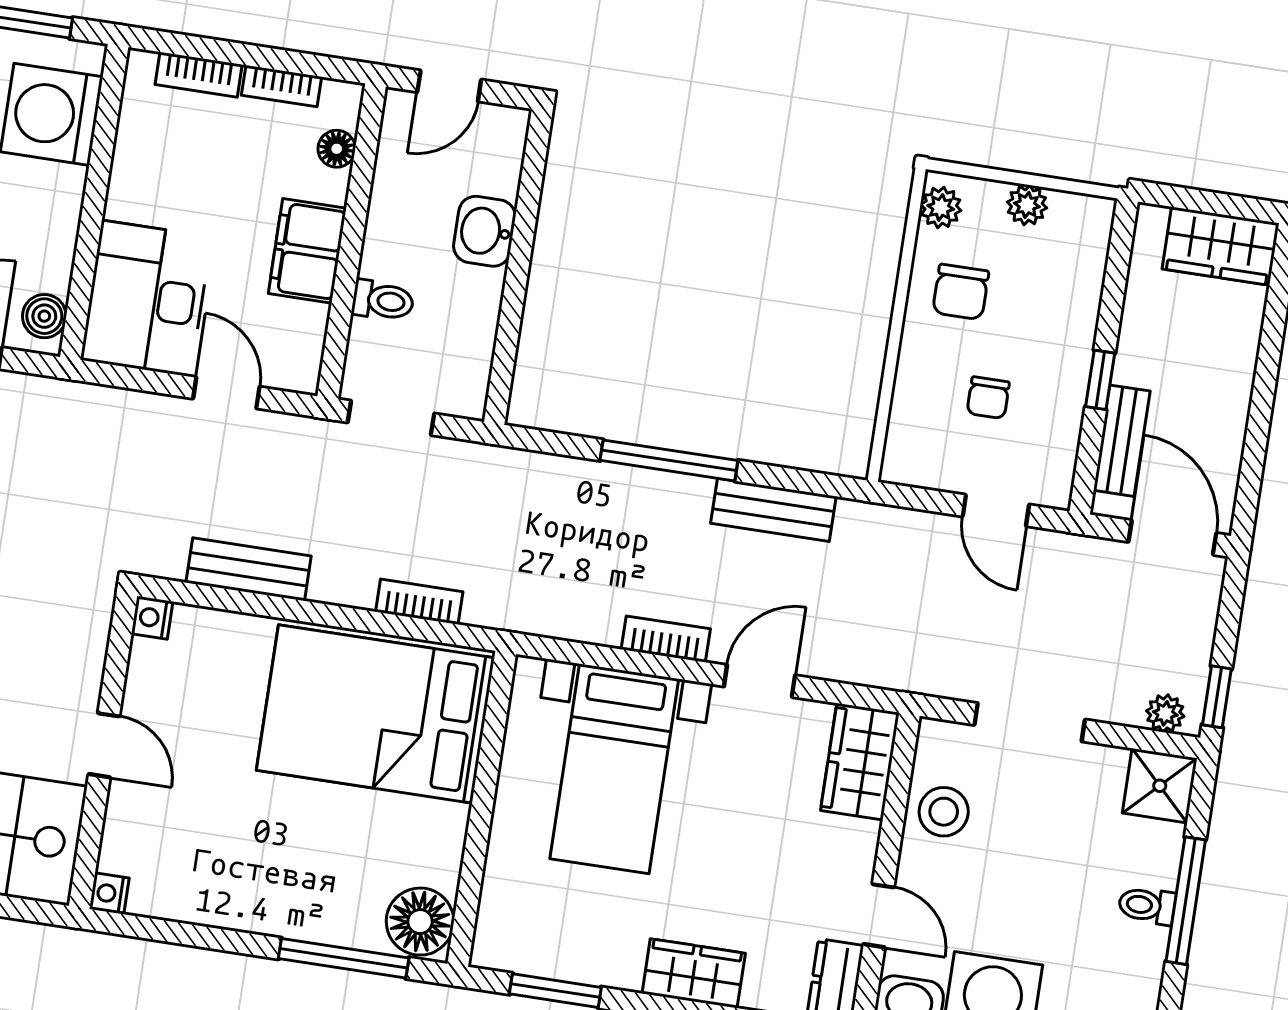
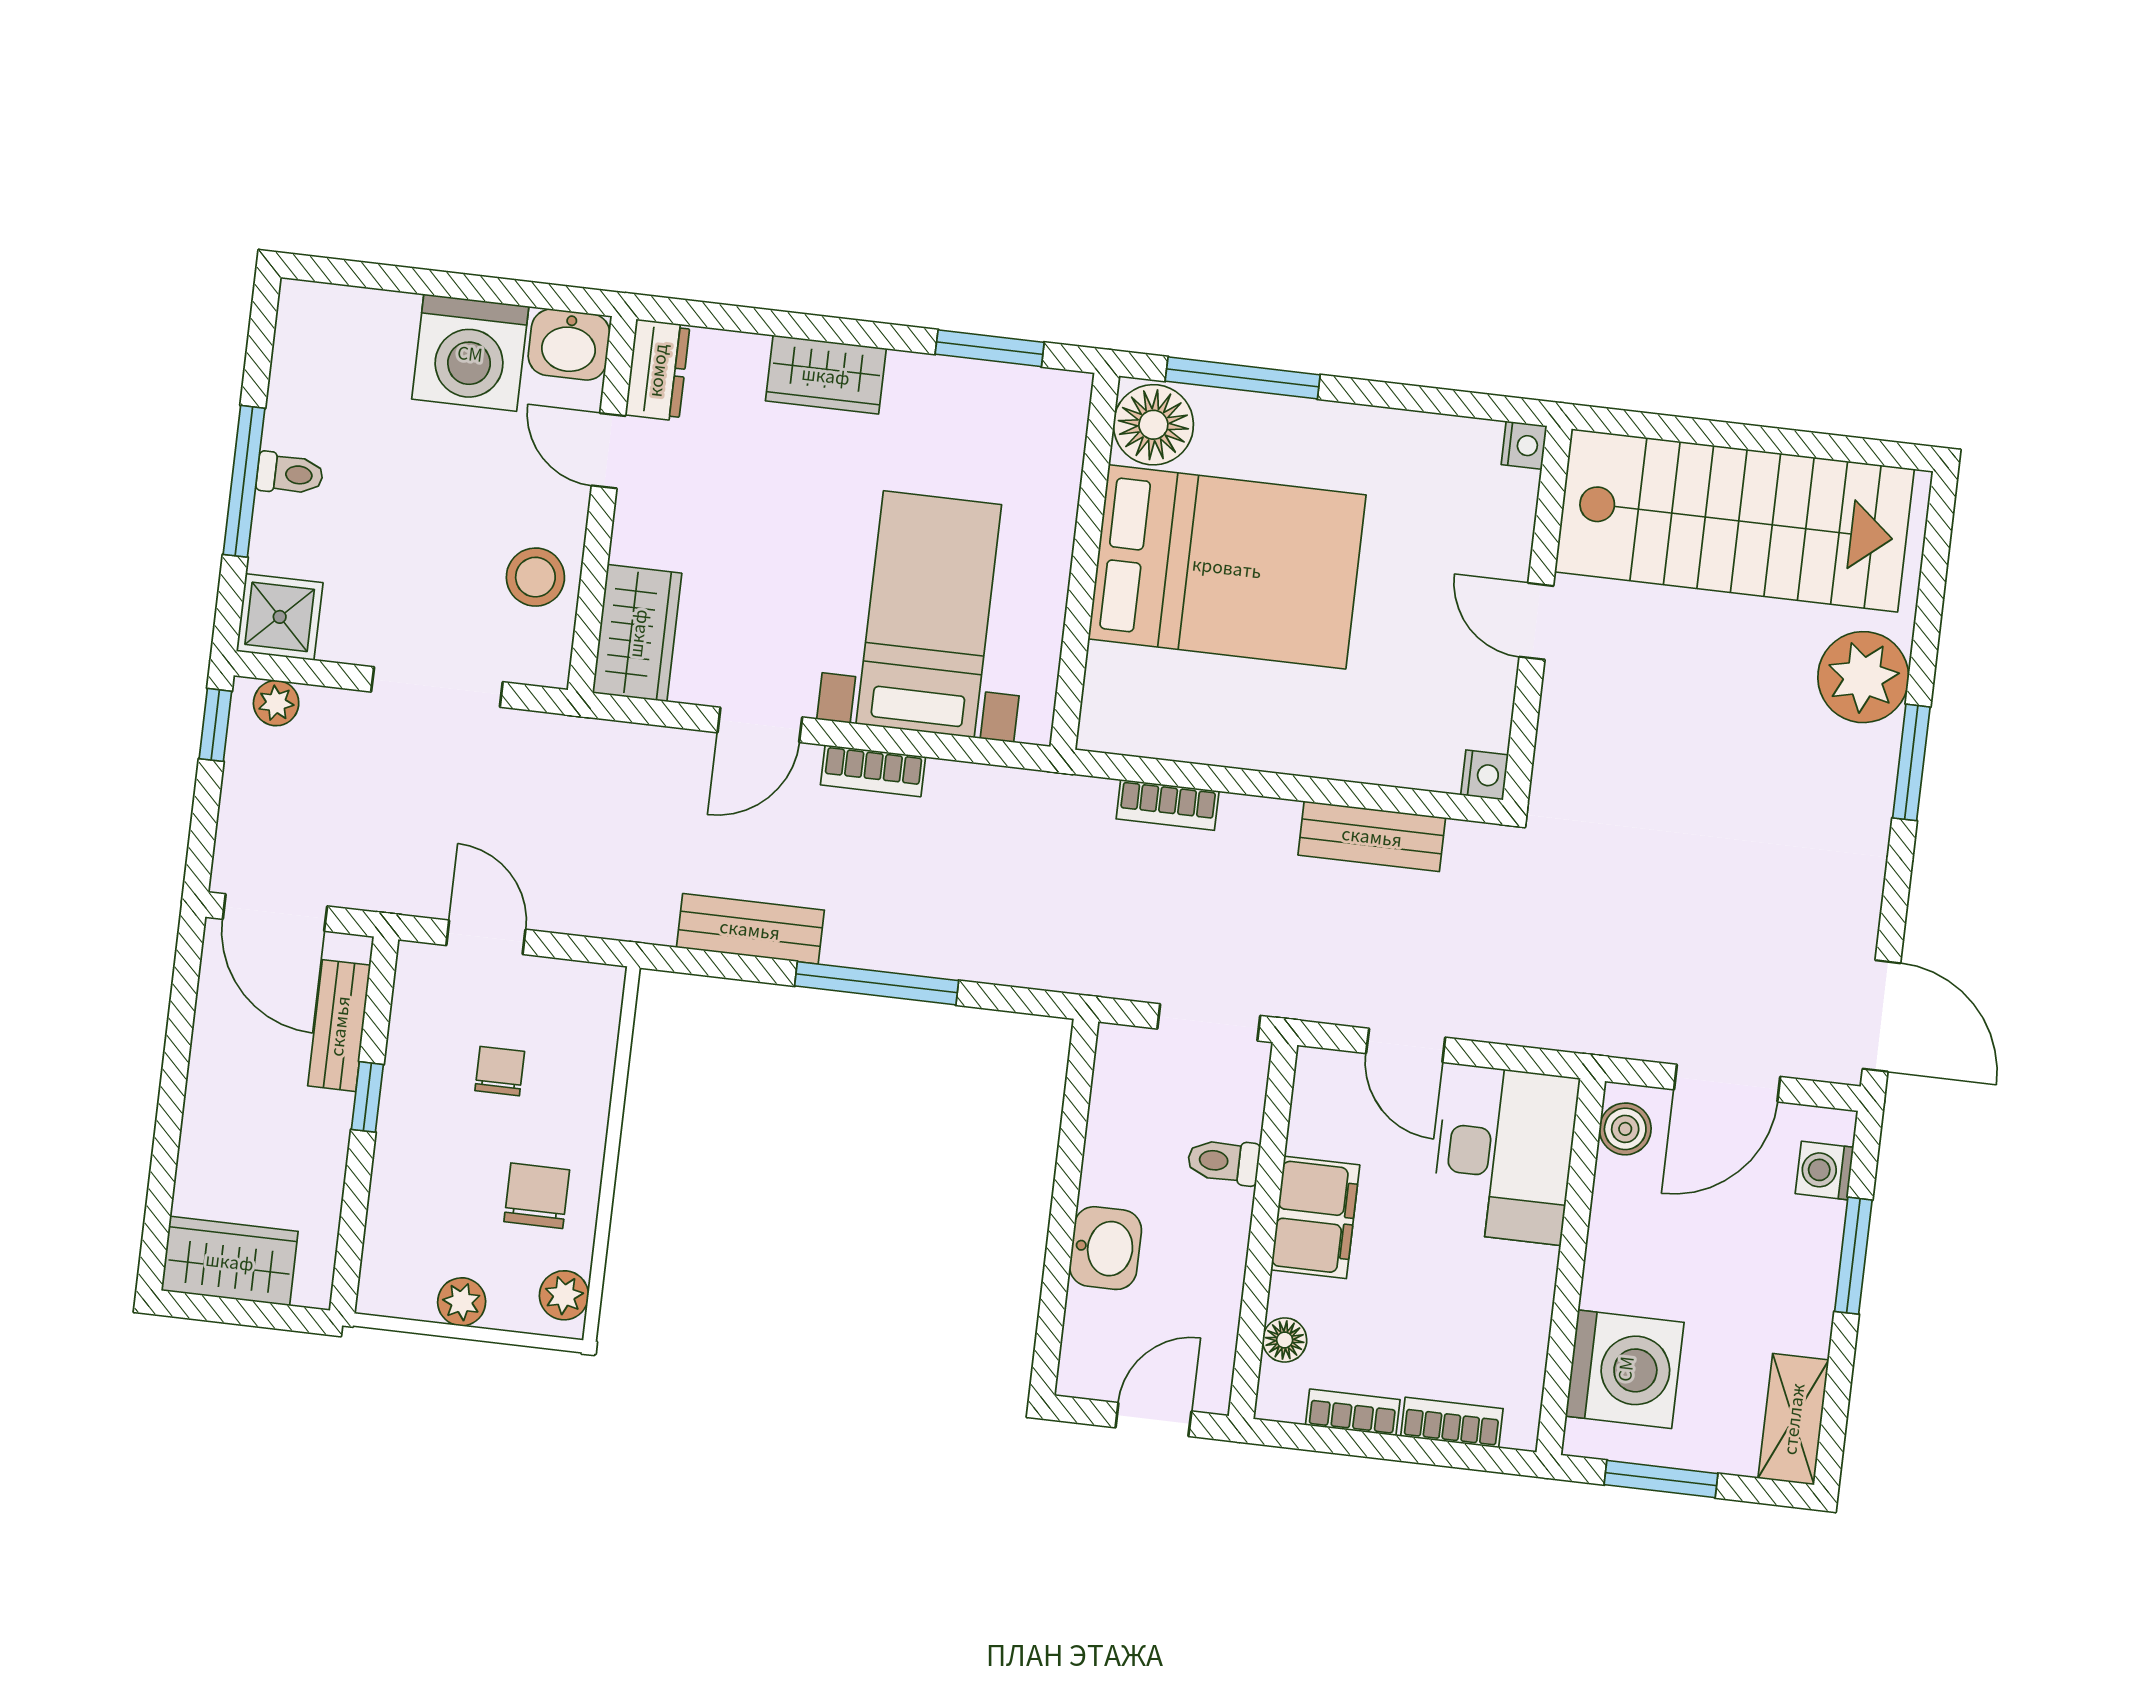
bed: (375, 714) -> (1227, 567), moved

